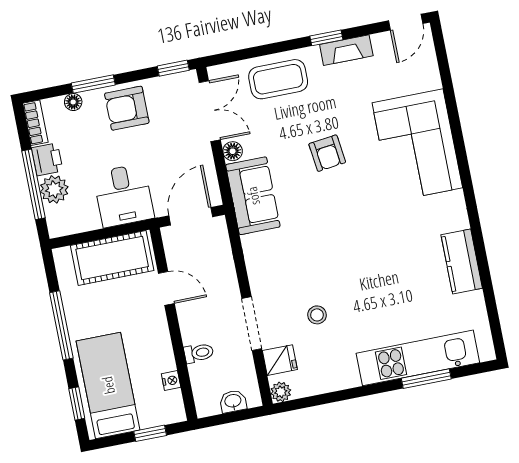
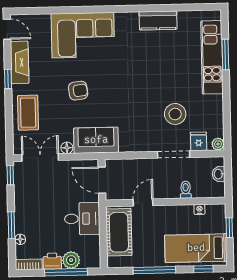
fireplace: (346, 50) -> (20, 62), width x1.37, depth x1.32
armchair: (127, 108) -> (30, 207), removed
stool: (317, 315) -> (175, 114), width x1.89, depth x1.89

